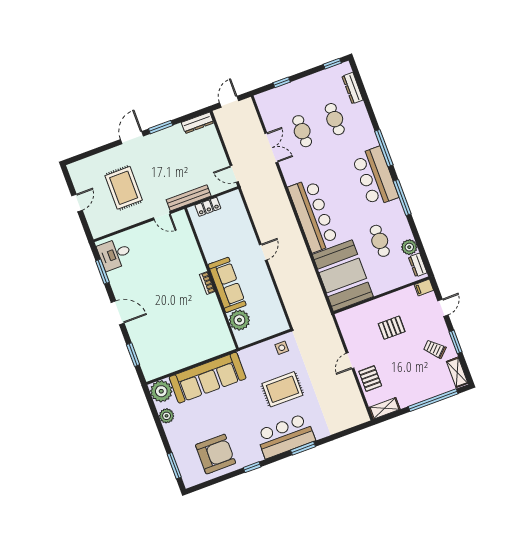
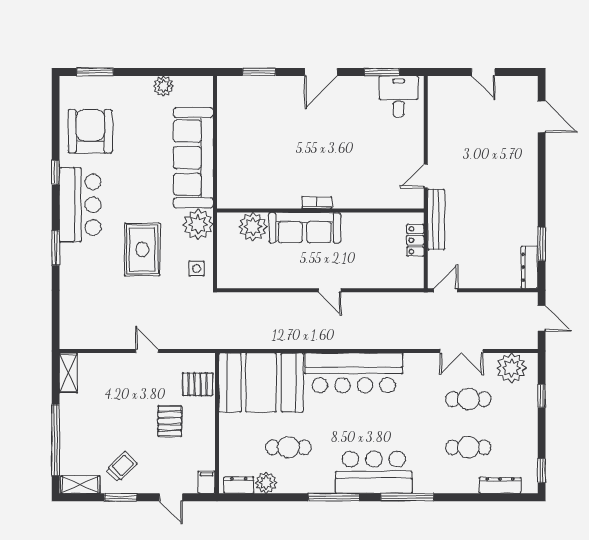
plant: (270, 110) -> (511, 368), added
window: (161, 127) -> (542, 244), moved
door: (132, 138) -> (542, 117), moved
rug: (124, 188) -> (481, 140), removed
pallet: (370, 379) -> (198, 384), moved
plant: (161, 391) -> (198, 224), moved
bar counter: (285, 436) -> (80, 205), moved
armchair: (216, 454) -> (90, 131), turned 180

